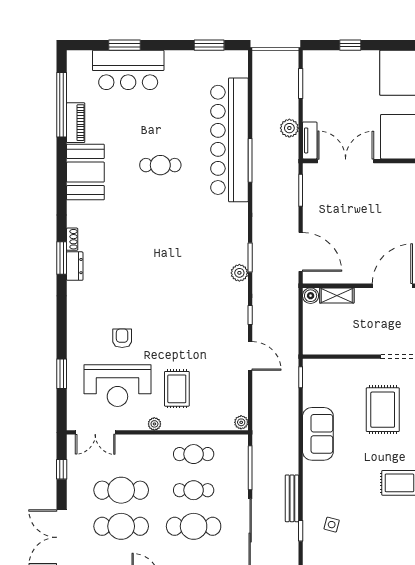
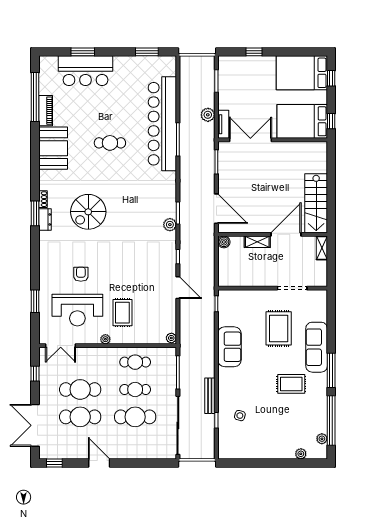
spiral stairs: (132, 256) -> (88, 212), added
shelving: (337, 295) -> (257, 242), moved

